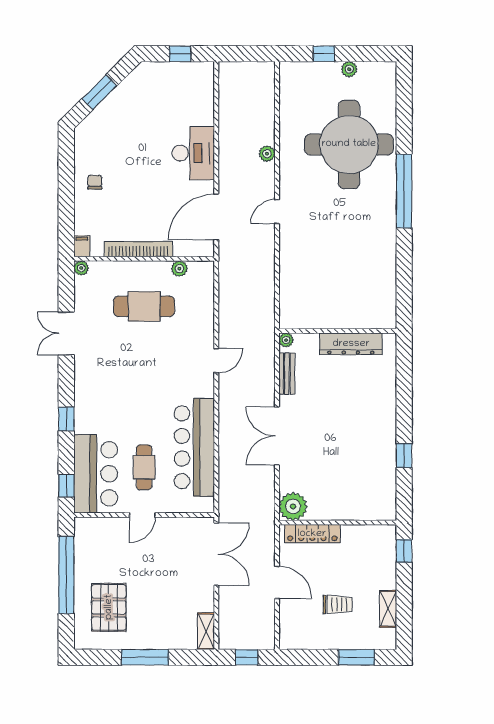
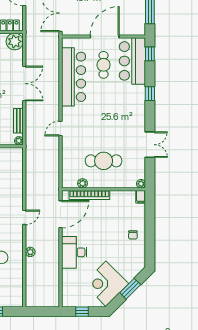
corner desk: (140, 100) -> (106, 284), added
bookcase: (138, 249) -> (89, 195), moved
door: (142, 515) -> (105, 36), width x1.87

